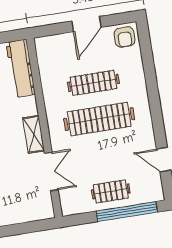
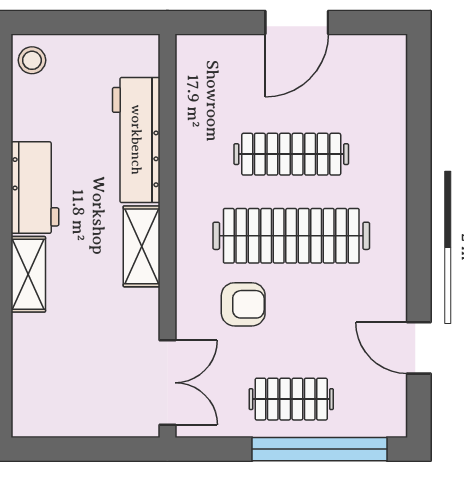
armchair: (125, 37) -> (243, 304), moved, turned -90
workbench: (21, 68) -> (136, 140), moved
double door: (51, 171) -> (167, 383), moved

